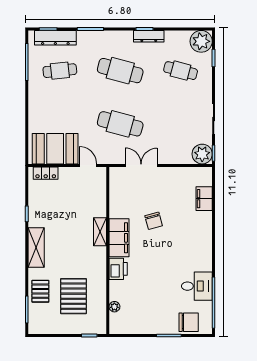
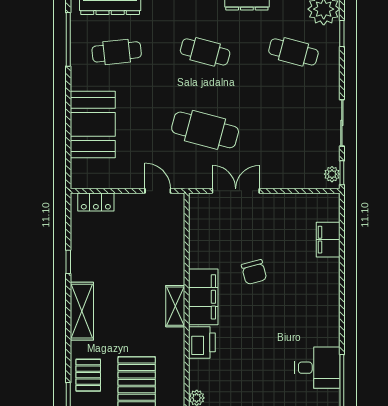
cafe table: (120, 71) -> (205, 52), width x0.73, depth x0.74
booth: (55, 149) -> (93, 124), moved, turned 90
plant: (202, 154) -> (332, 174), width x0.53, depth x0.53
shelving: (100, 232) -> (175, 306), moved

